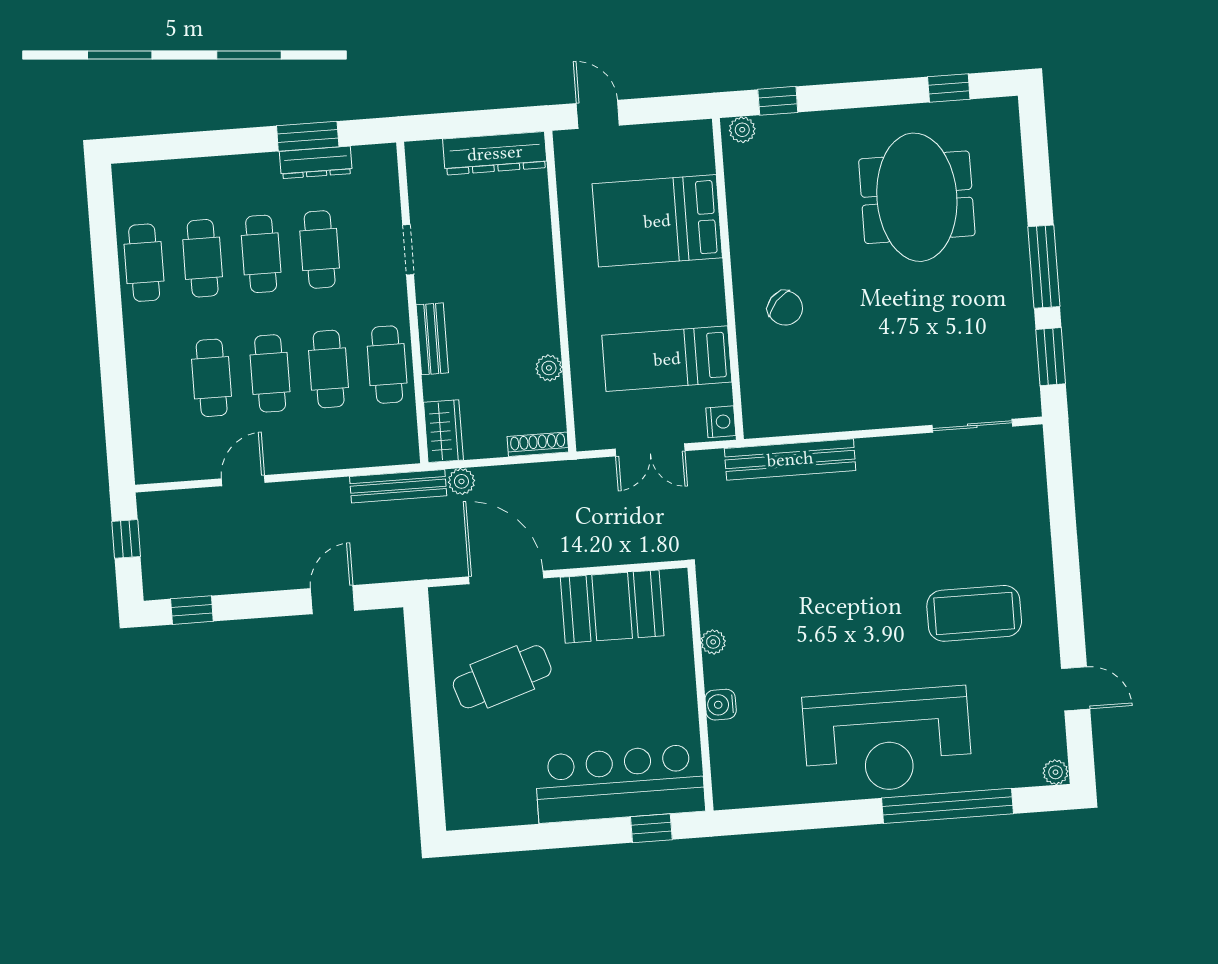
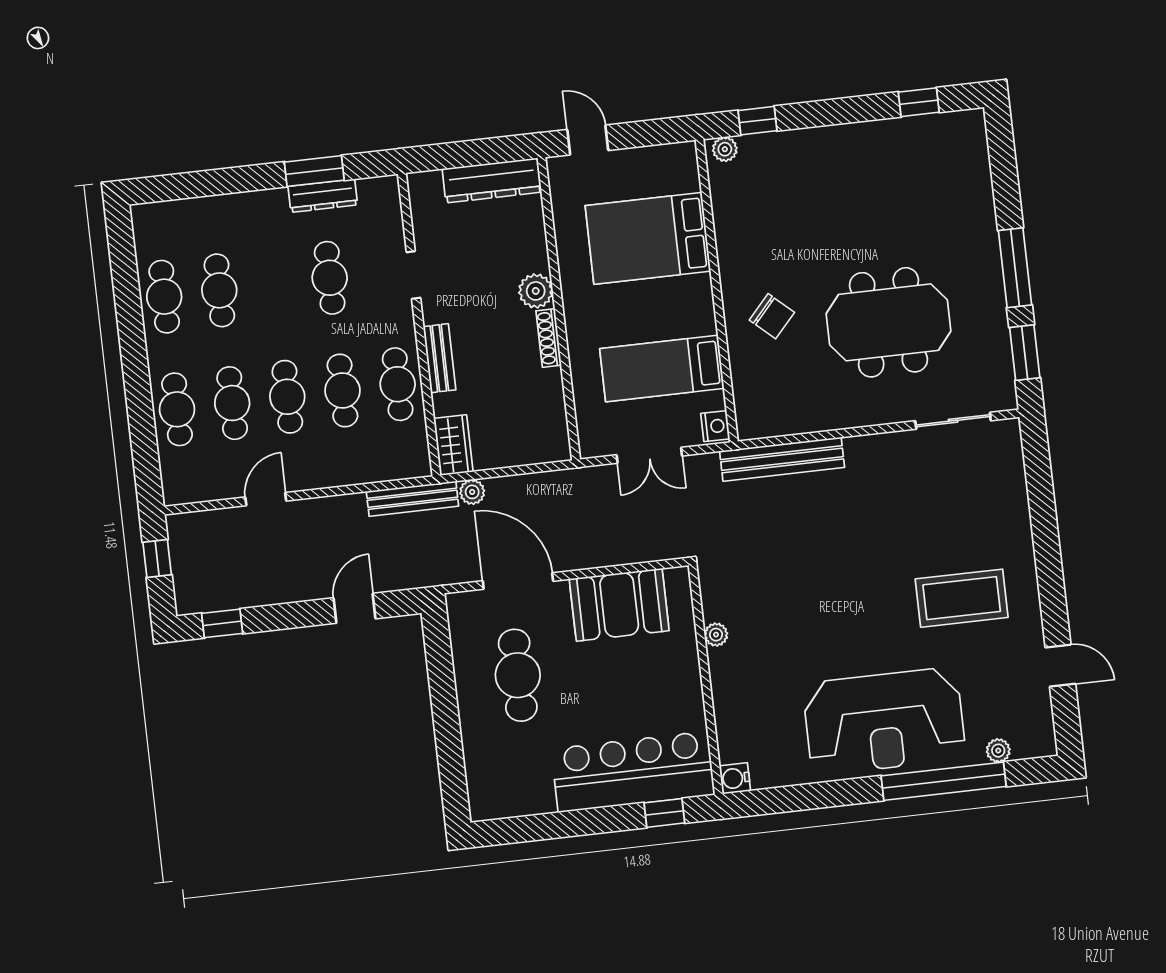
meeting table: (917, 197) -> (888, 322), moved, turned 90
cafe table: (261, 254) -> (177, 409), moved
plant: (549, 368) -> (536, 291), moved, width x1.38, depth x1.38
shoe rack: (538, 444) -> (549, 338), moved, turned -90
cafe table: (502, 677) -> (518, 675), turned -72
water cooler: (721, 705) -> (735, 778), moved
plant: (1056, 772) -> (998, 751), moved

